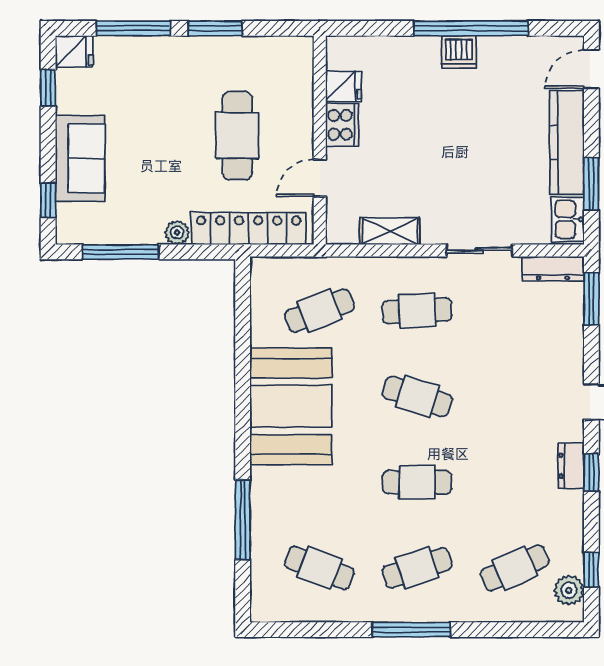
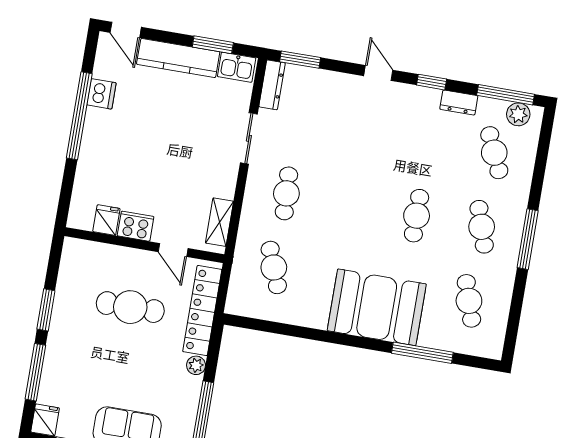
dishwasher: (459, 52) -> (101, 94), moved
shelving: (390, 231) -> (219, 222), moved
cafe table: (417, 396) -> (351, 205), removed
booth: (291, 406) -> (377, 307), moved
dresser: (571, 466) -> (459, 103), moved
cafe table: (319, 568) -> (469, 301), turned -39
window: (591, 570) -> (506, 95), width x2.17

